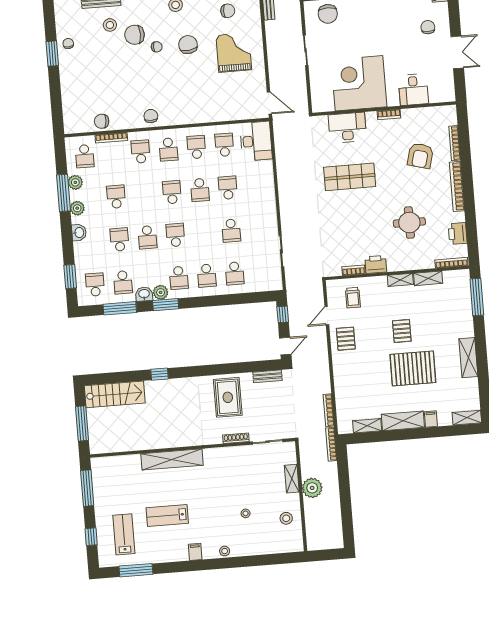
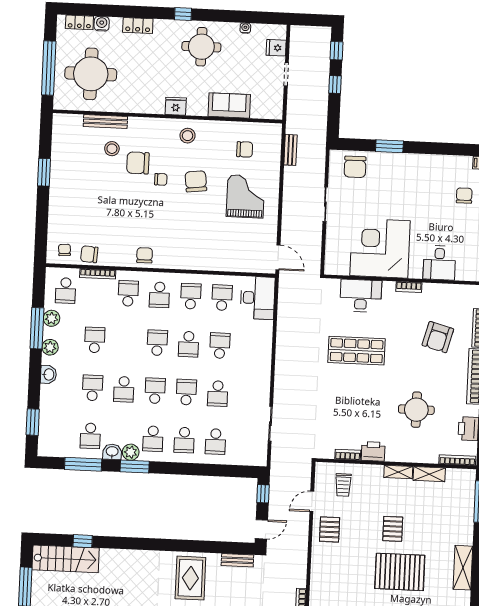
chair: (68, 44) -> (64, 250), moved
school desk: (95, 285) -> (186, 392), moved
window: (160, 374) -> (83, 541), moved

